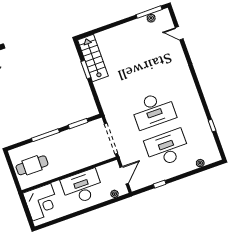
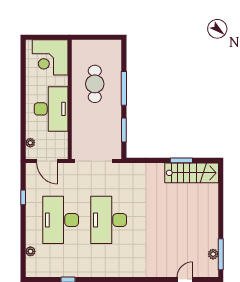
desk: (167, 148) -> (61, 220), turned 180
cafe table: (32, 165) -> (95, 84), moved

